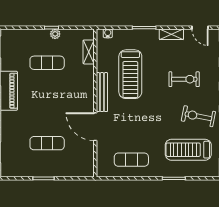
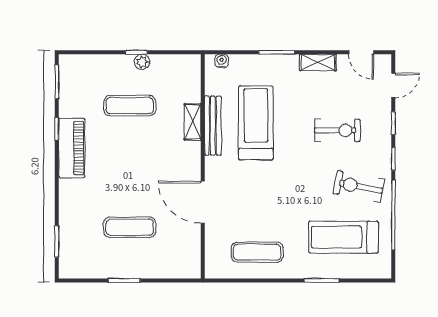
shelving: (89, 52) -> (193, 122), moved
treadmill: (130, 74) -> (256, 123), turned 180
bench: (102, 92) -> (213, 126), moved

